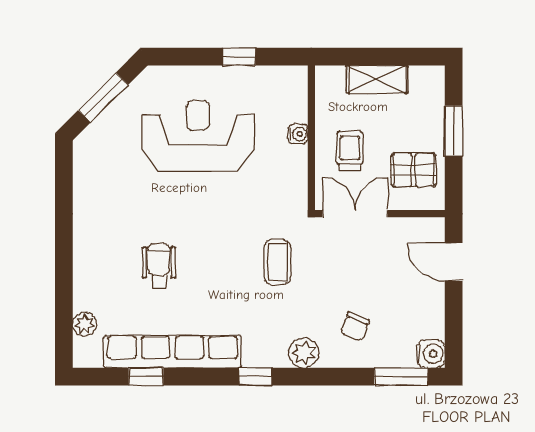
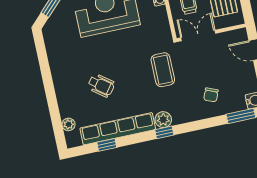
coffee table: (277, 262) -> (163, 70), width x1.36, depth x1.30
wheelchair: (159, 266) -> (101, 85), turned 127
plant: (304, 353) -> (163, 120), moved

